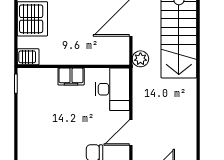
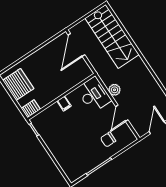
plant: (140, 59) -> (114, 90), moved
filing cabinet: (71, 77) -> (64, 104), width x0.50

